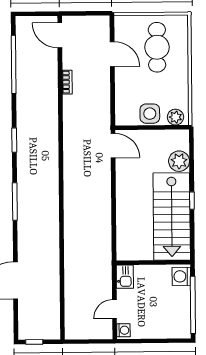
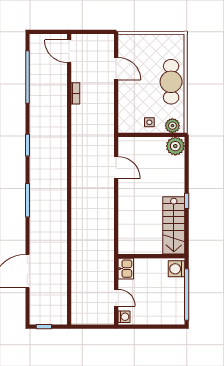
cafe table: (157, 47) -> (171, 82), moved
side table: (150, 114) -> (149, 122), width x0.54, depth x0.54
door: (113, 146) -> (116, 167), moved
plant: (179, 161) -> (175, 146), moved
stairs: (172, 216) -> (174, 225), width x0.73, depth x0.66
door: (114, 309) -> (116, 298), swing flipped

